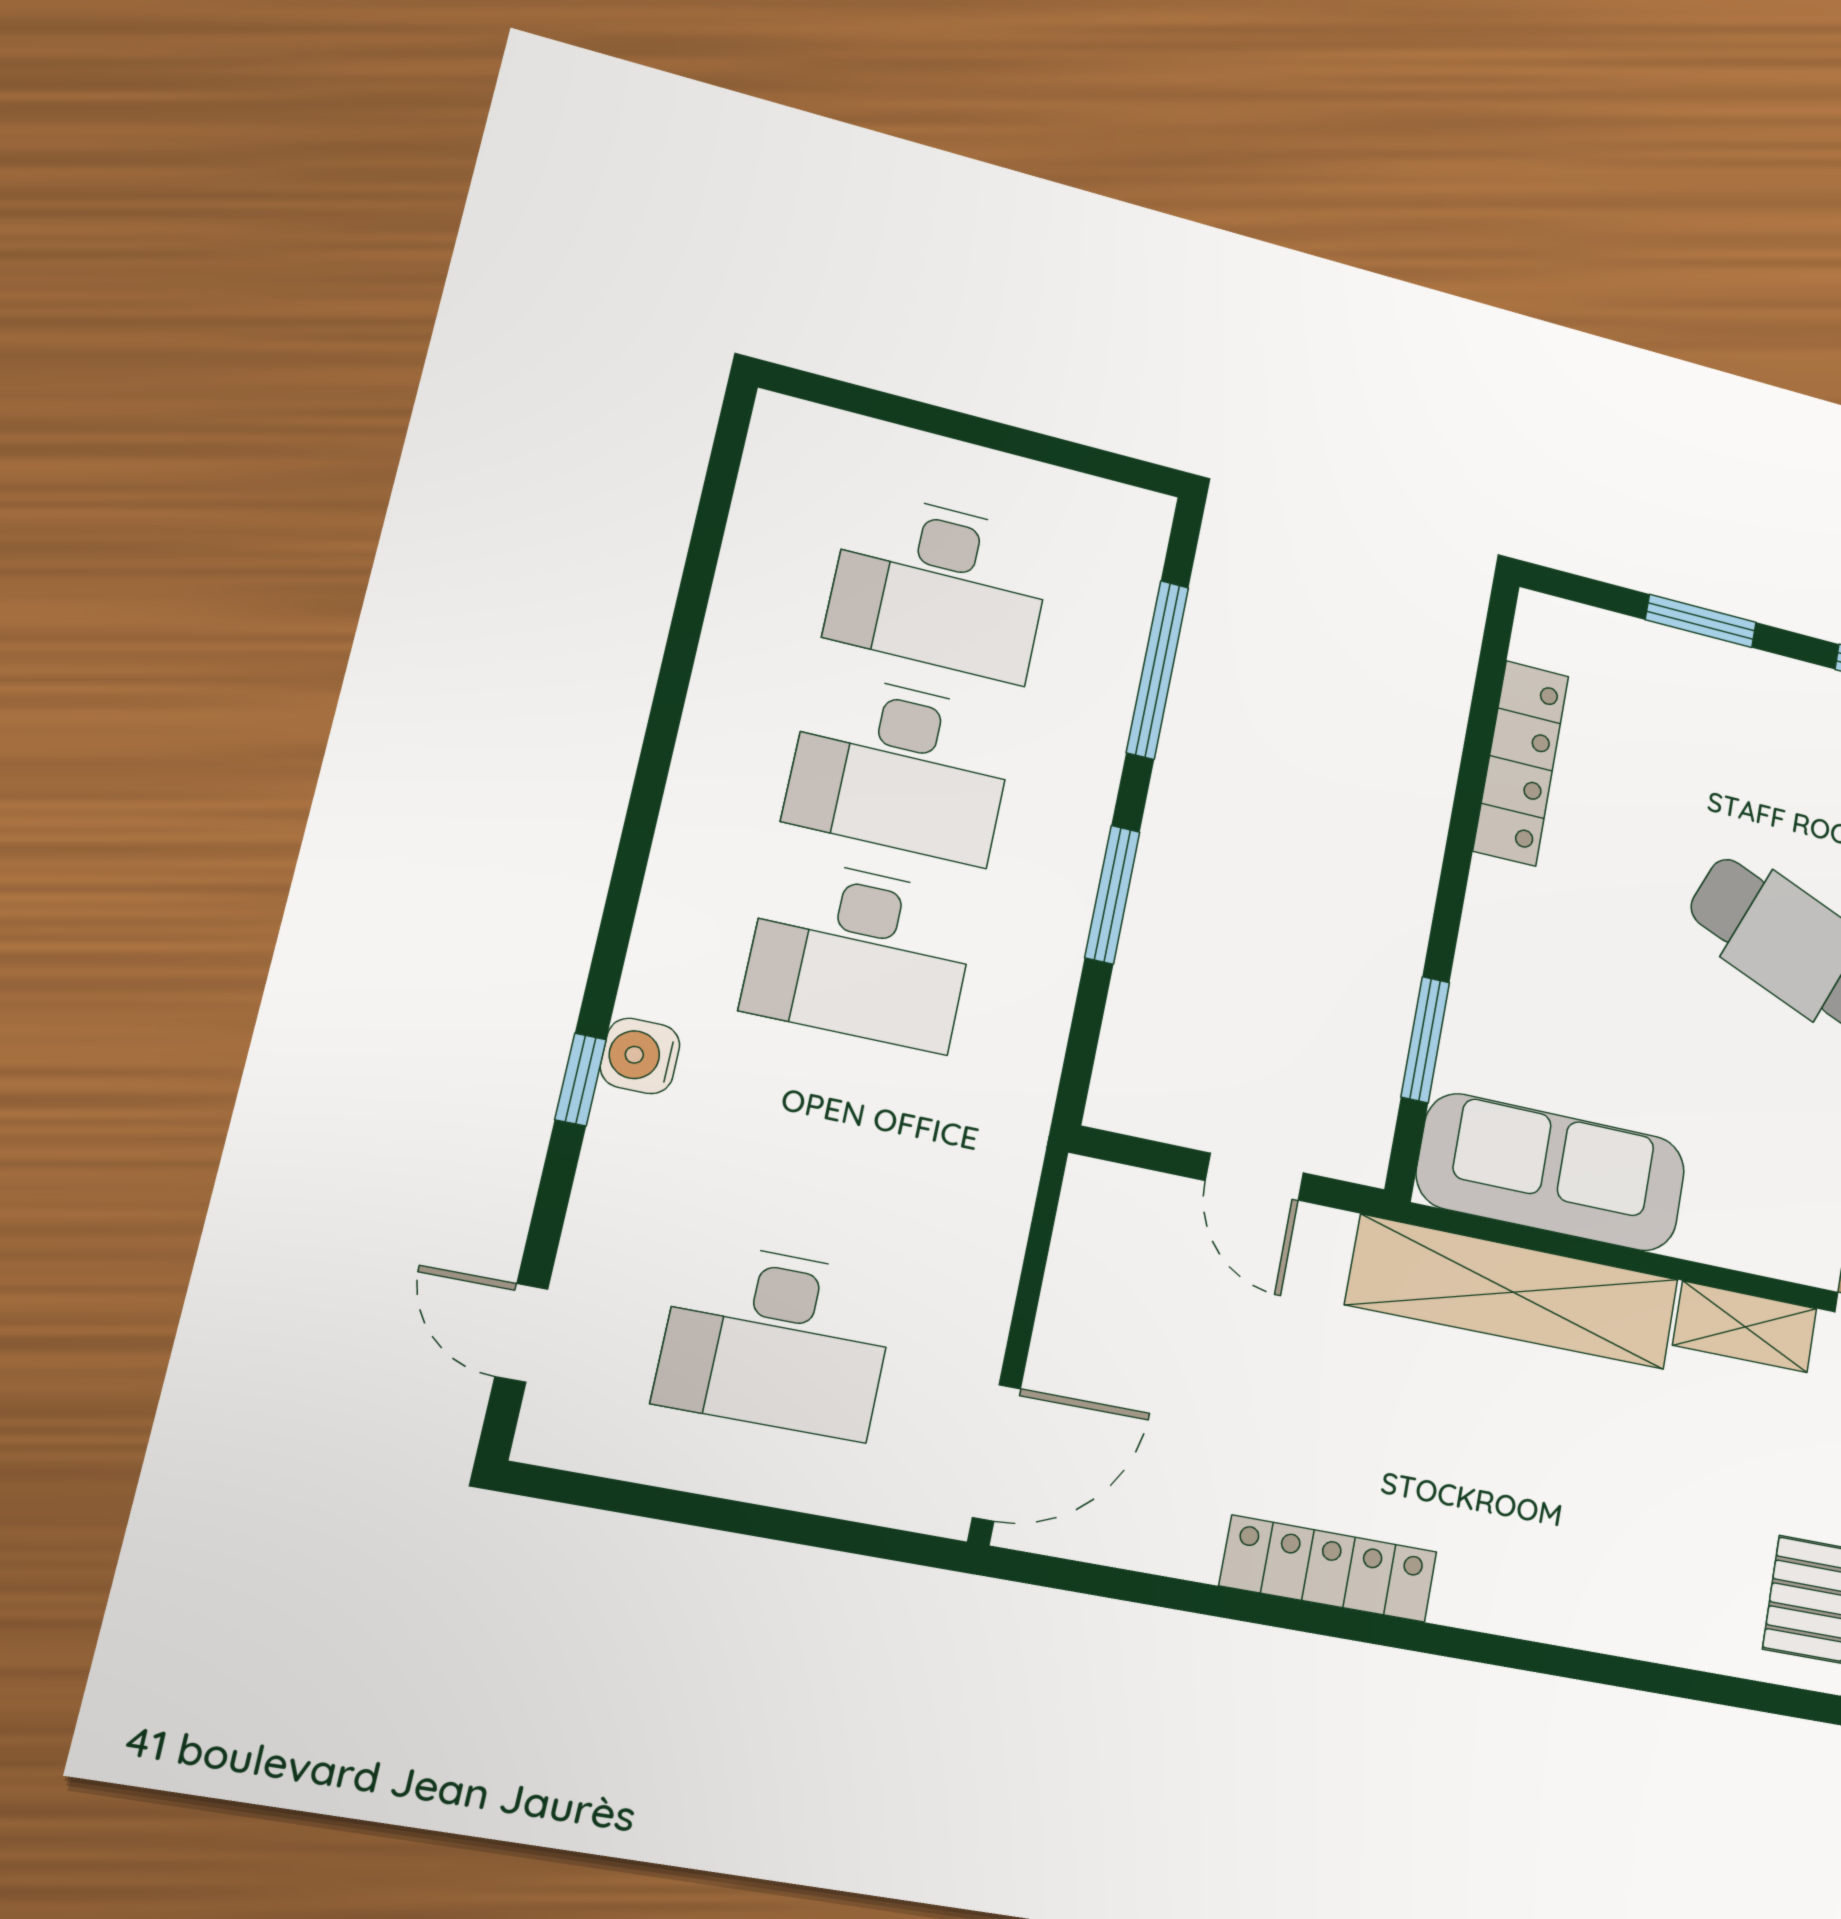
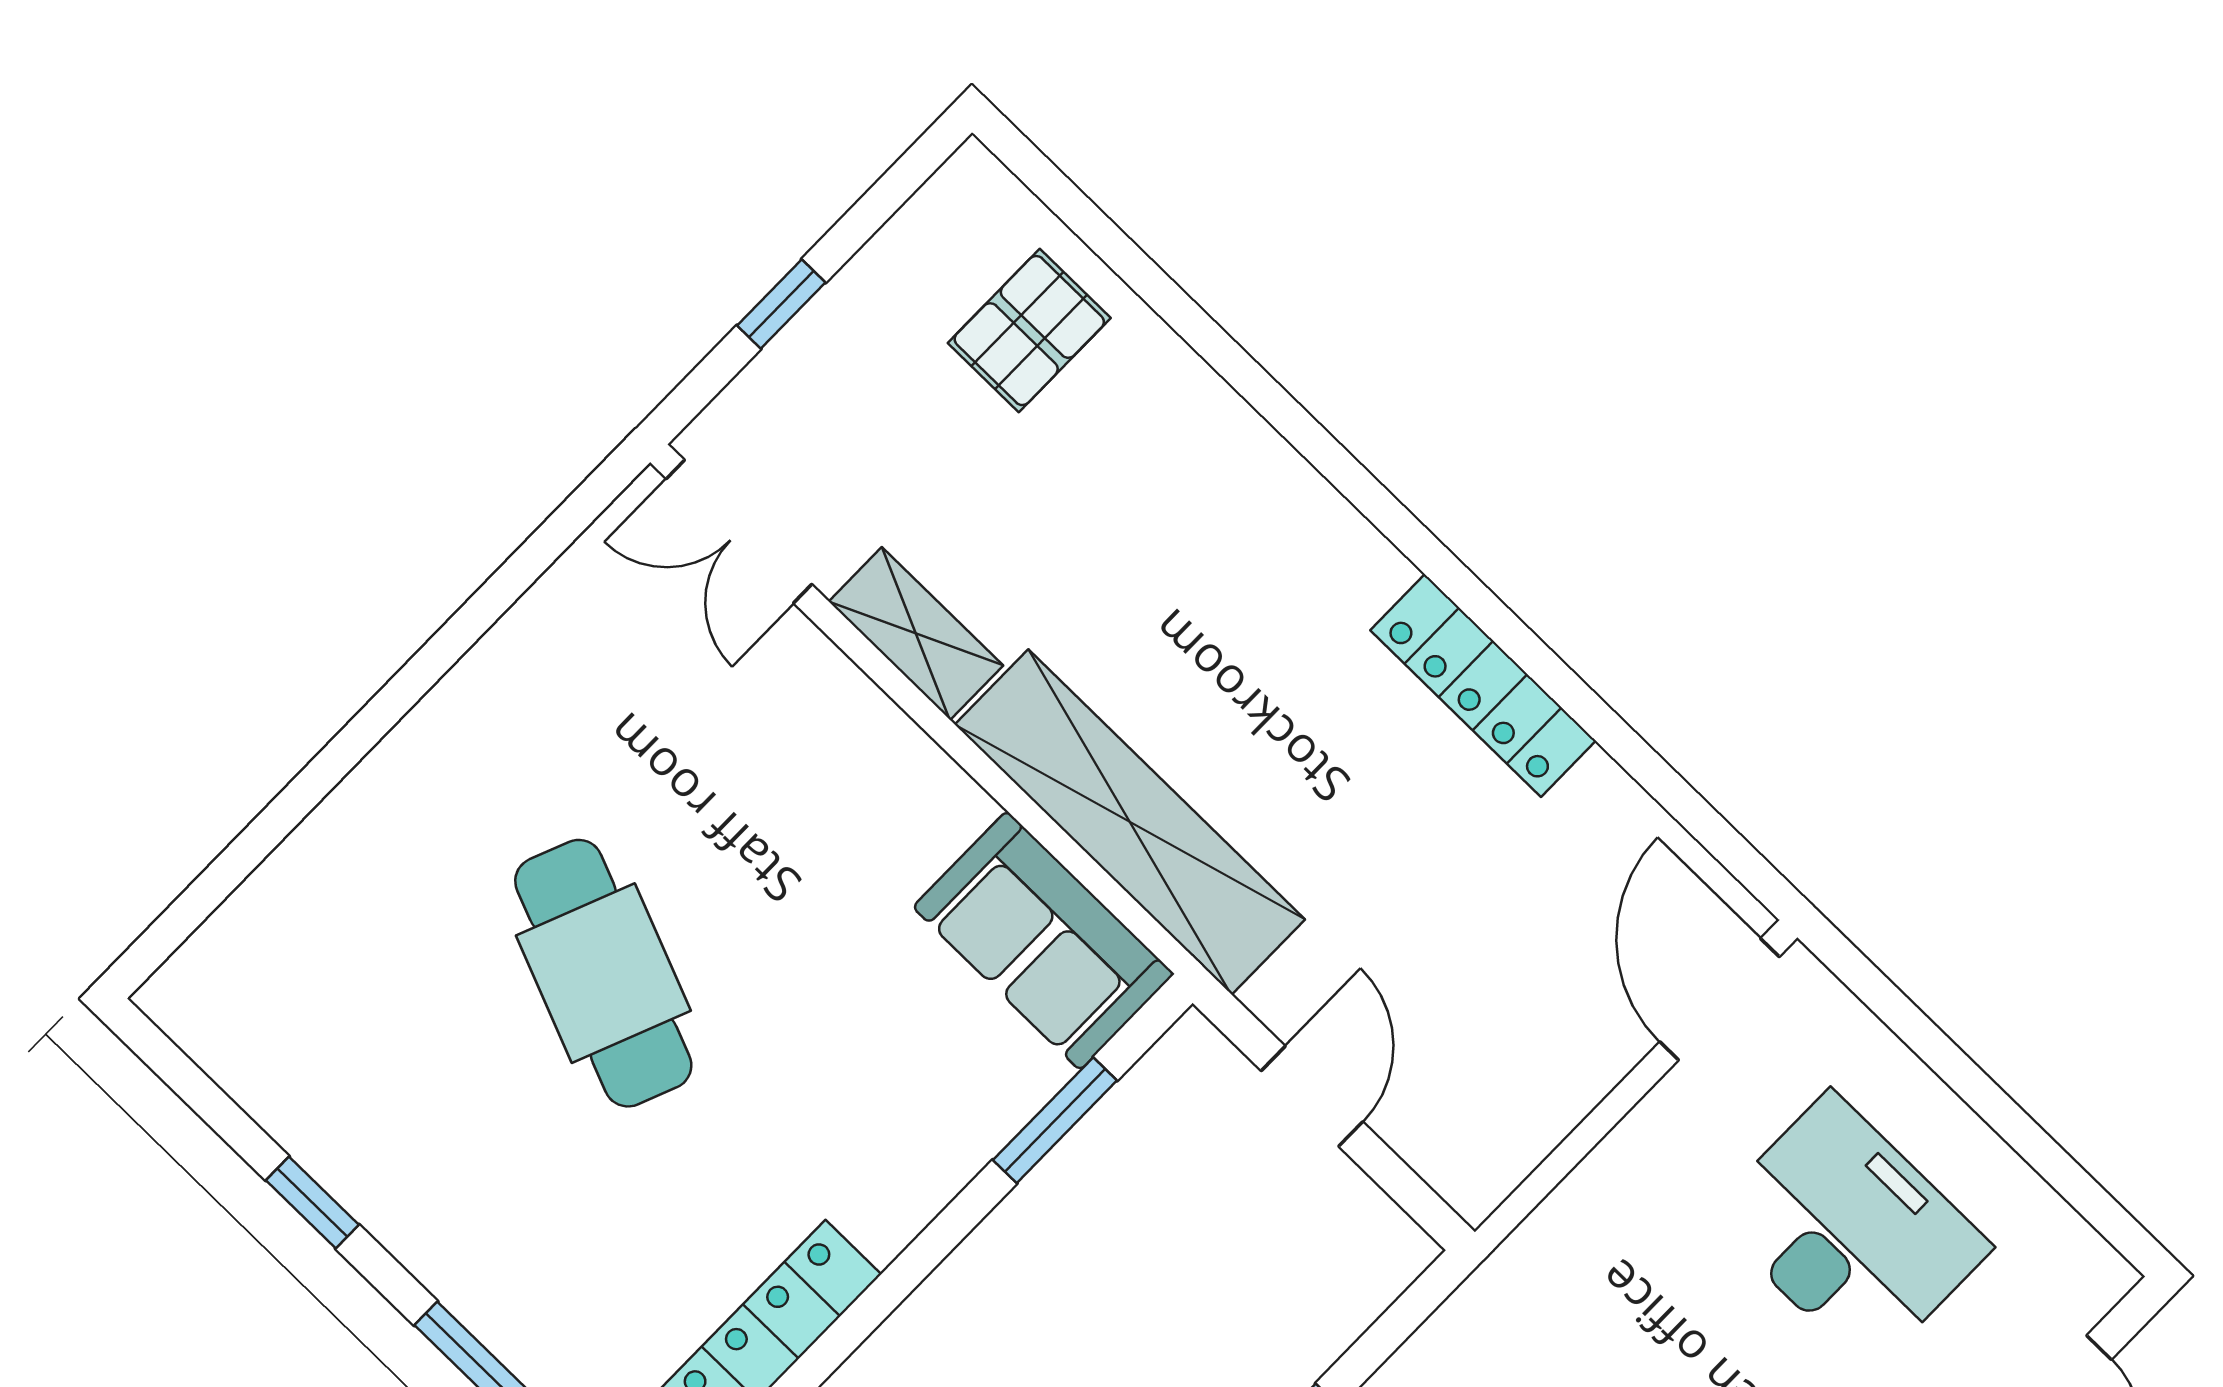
sofa: (1552, 1172) -> (1044, 941), width x0.73
door: (996, 1453) -> (1720, 999), hinge flipped

